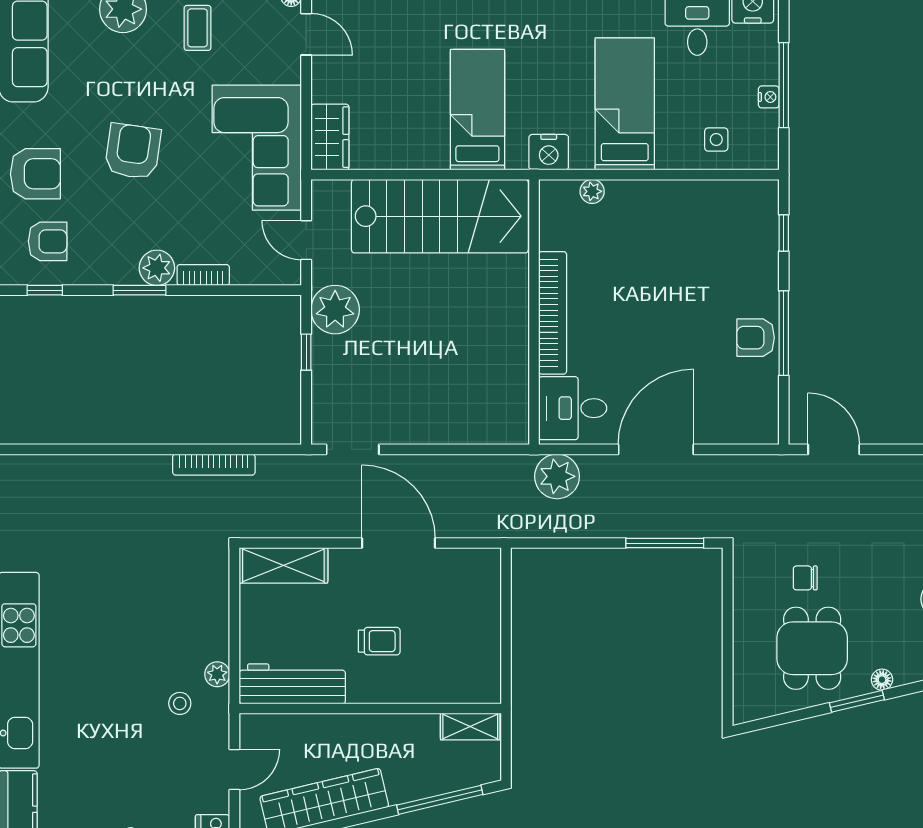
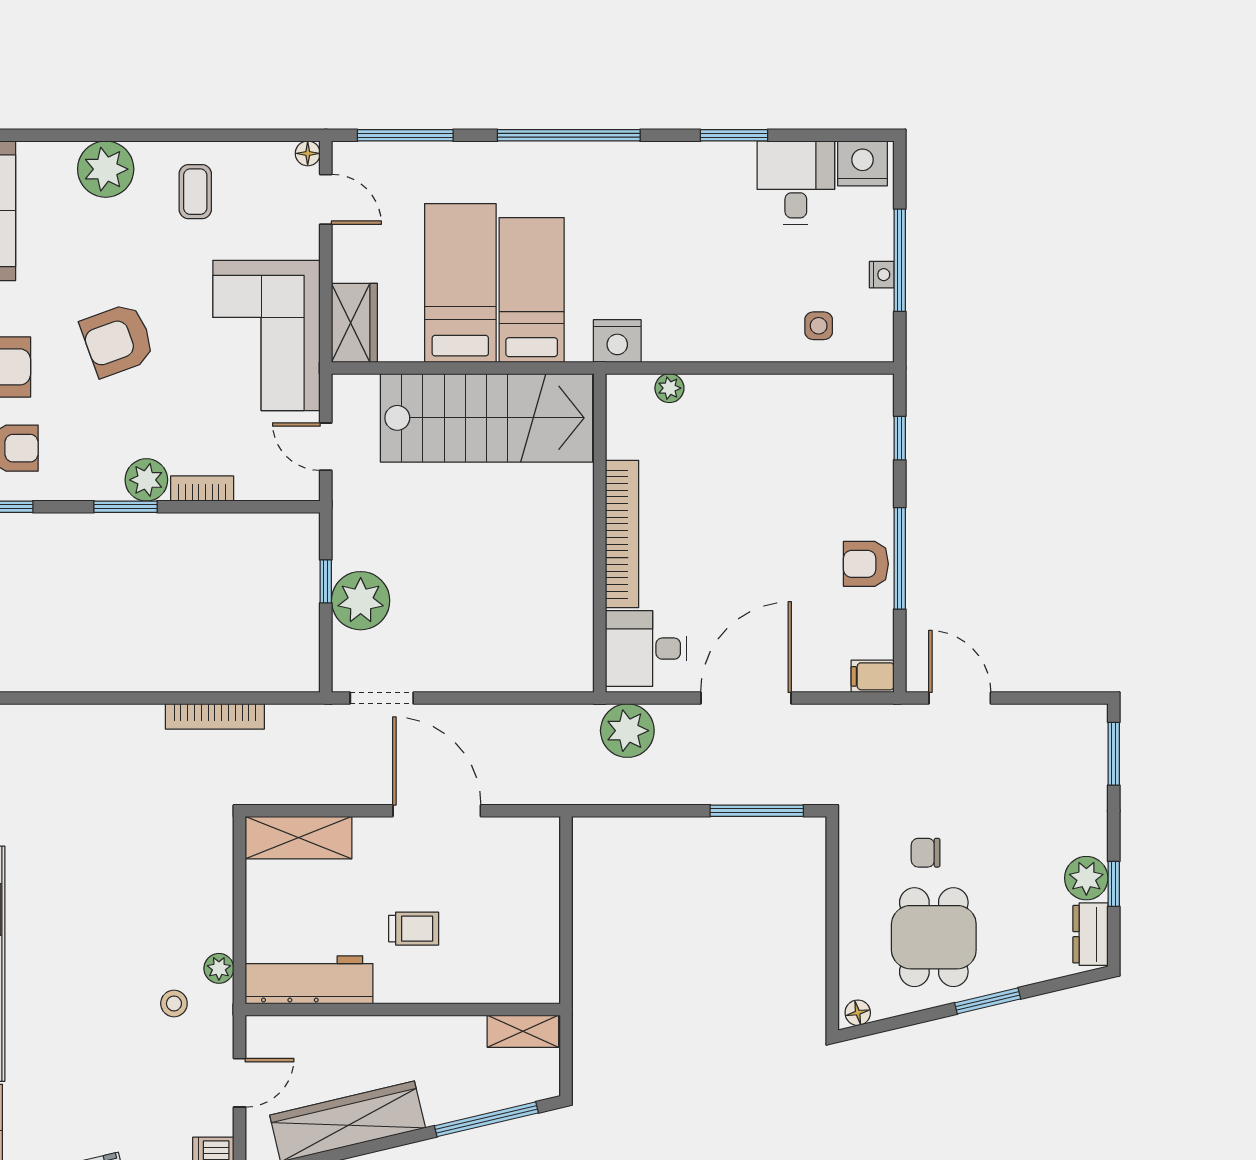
bed: (625, 104) -> (460, 283), moved
armchair: (133, 151) -> (117, 340), turned -118
plant: (335, 310) -> (361, 601), moved
filing cabinet: (761, 431) -> (873, 676), added
floor lamp: (882, 680) -> (858, 1013), moved

